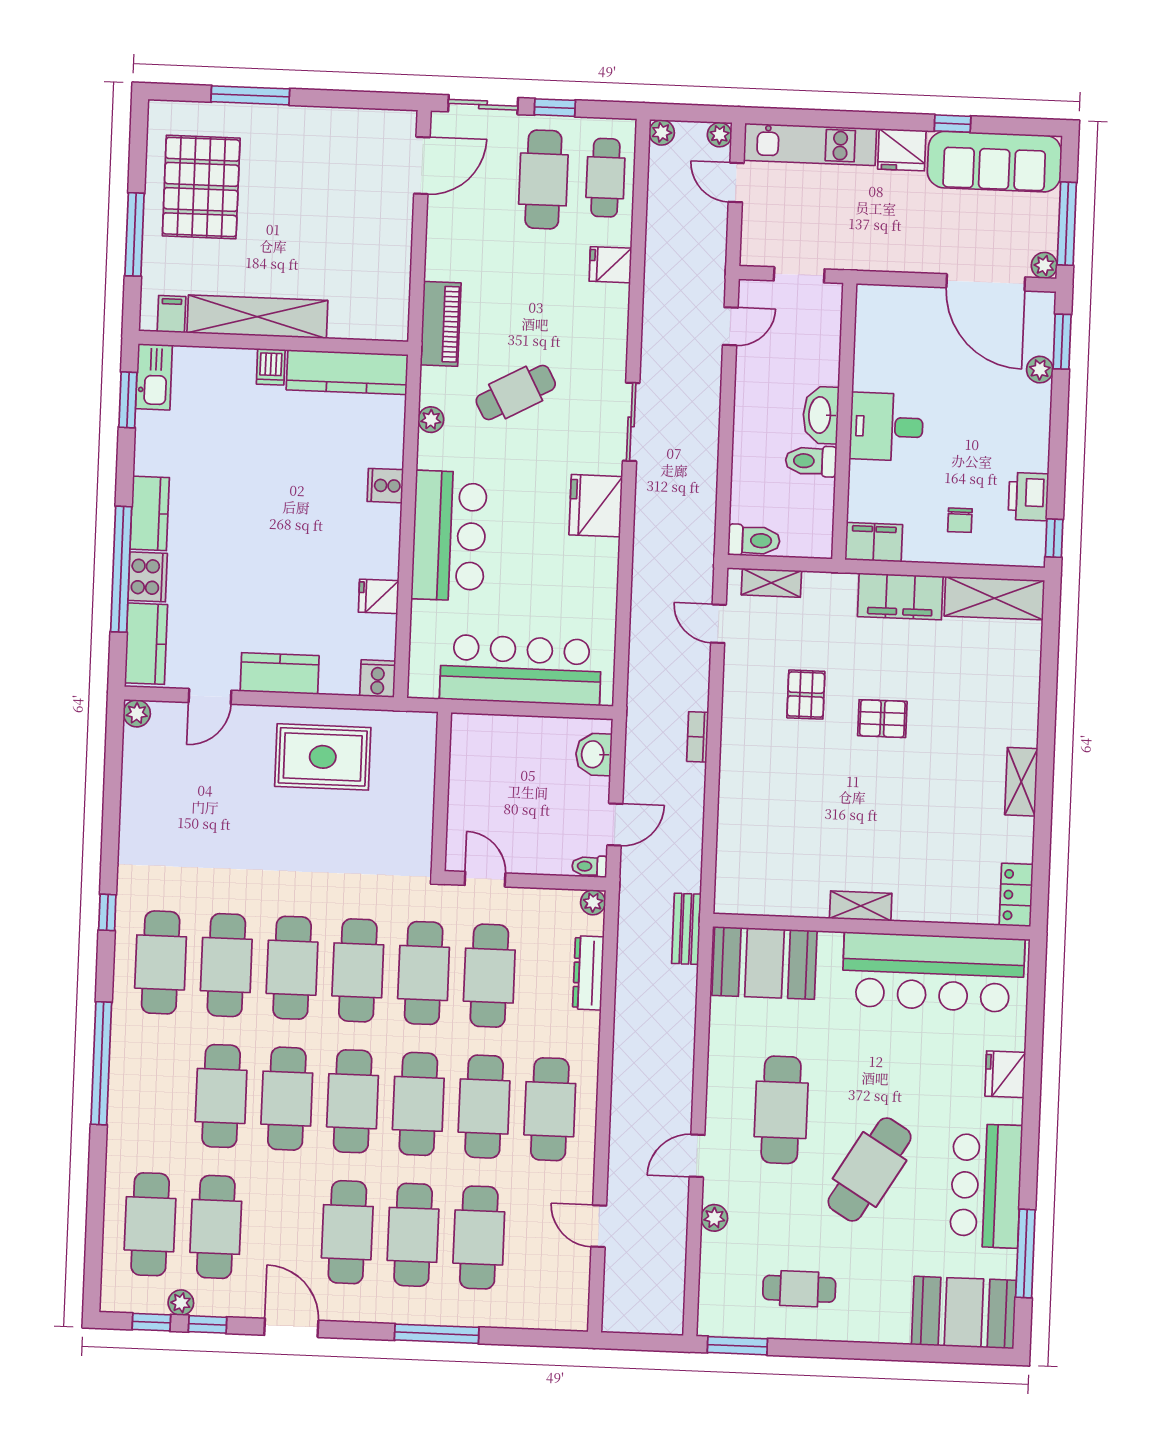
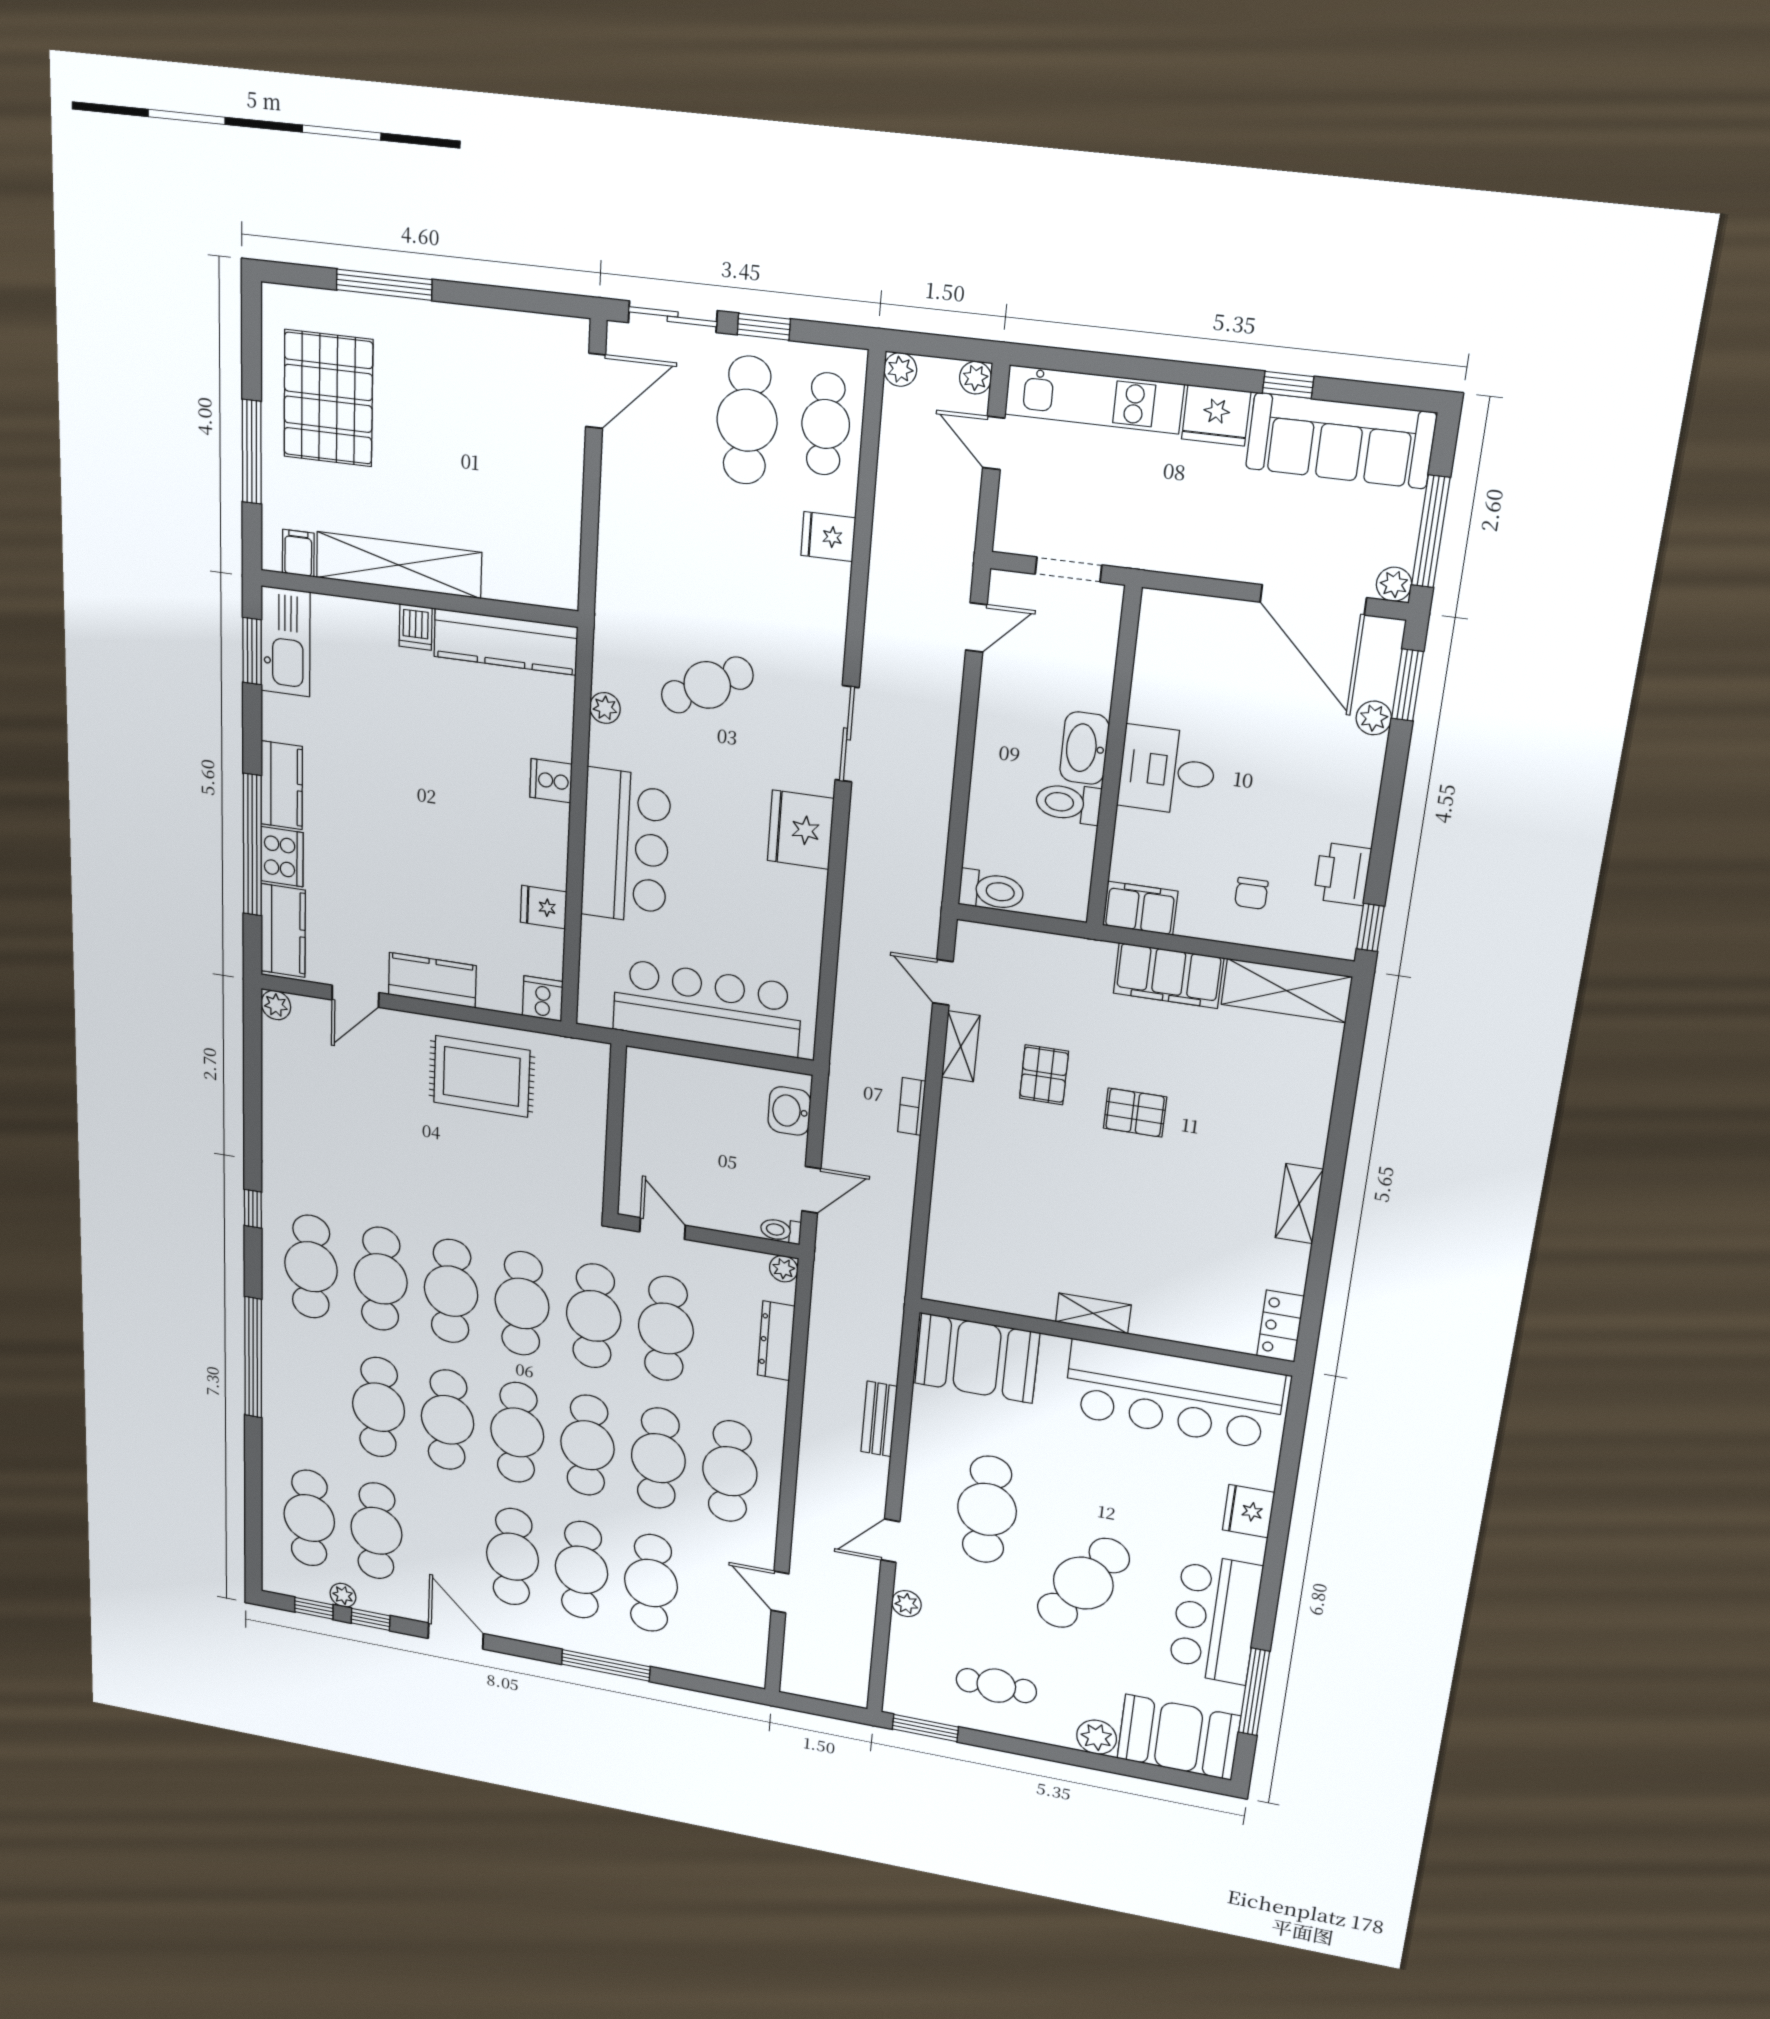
piano: (441, 324) -> (617, 593), removed
kitchen sink: (154, 377) -> (285, 641), width x1.36, depth x1.24
shelving: (771, 583) -> (961, 1046), moved, turned 90
bench: (686, 929) -> (879, 1419), moved
plant: (892, 1326) -> (1097, 1737), added

